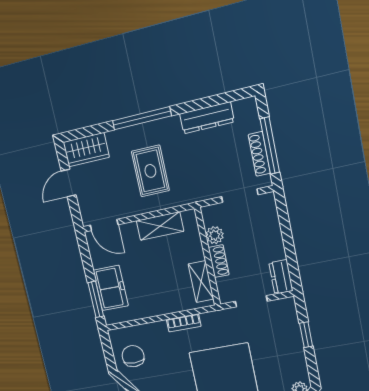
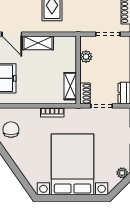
shelving: (160, 226) -> (38, 43), moved
shoe rack: (219, 261) -> (85, 94), moved

